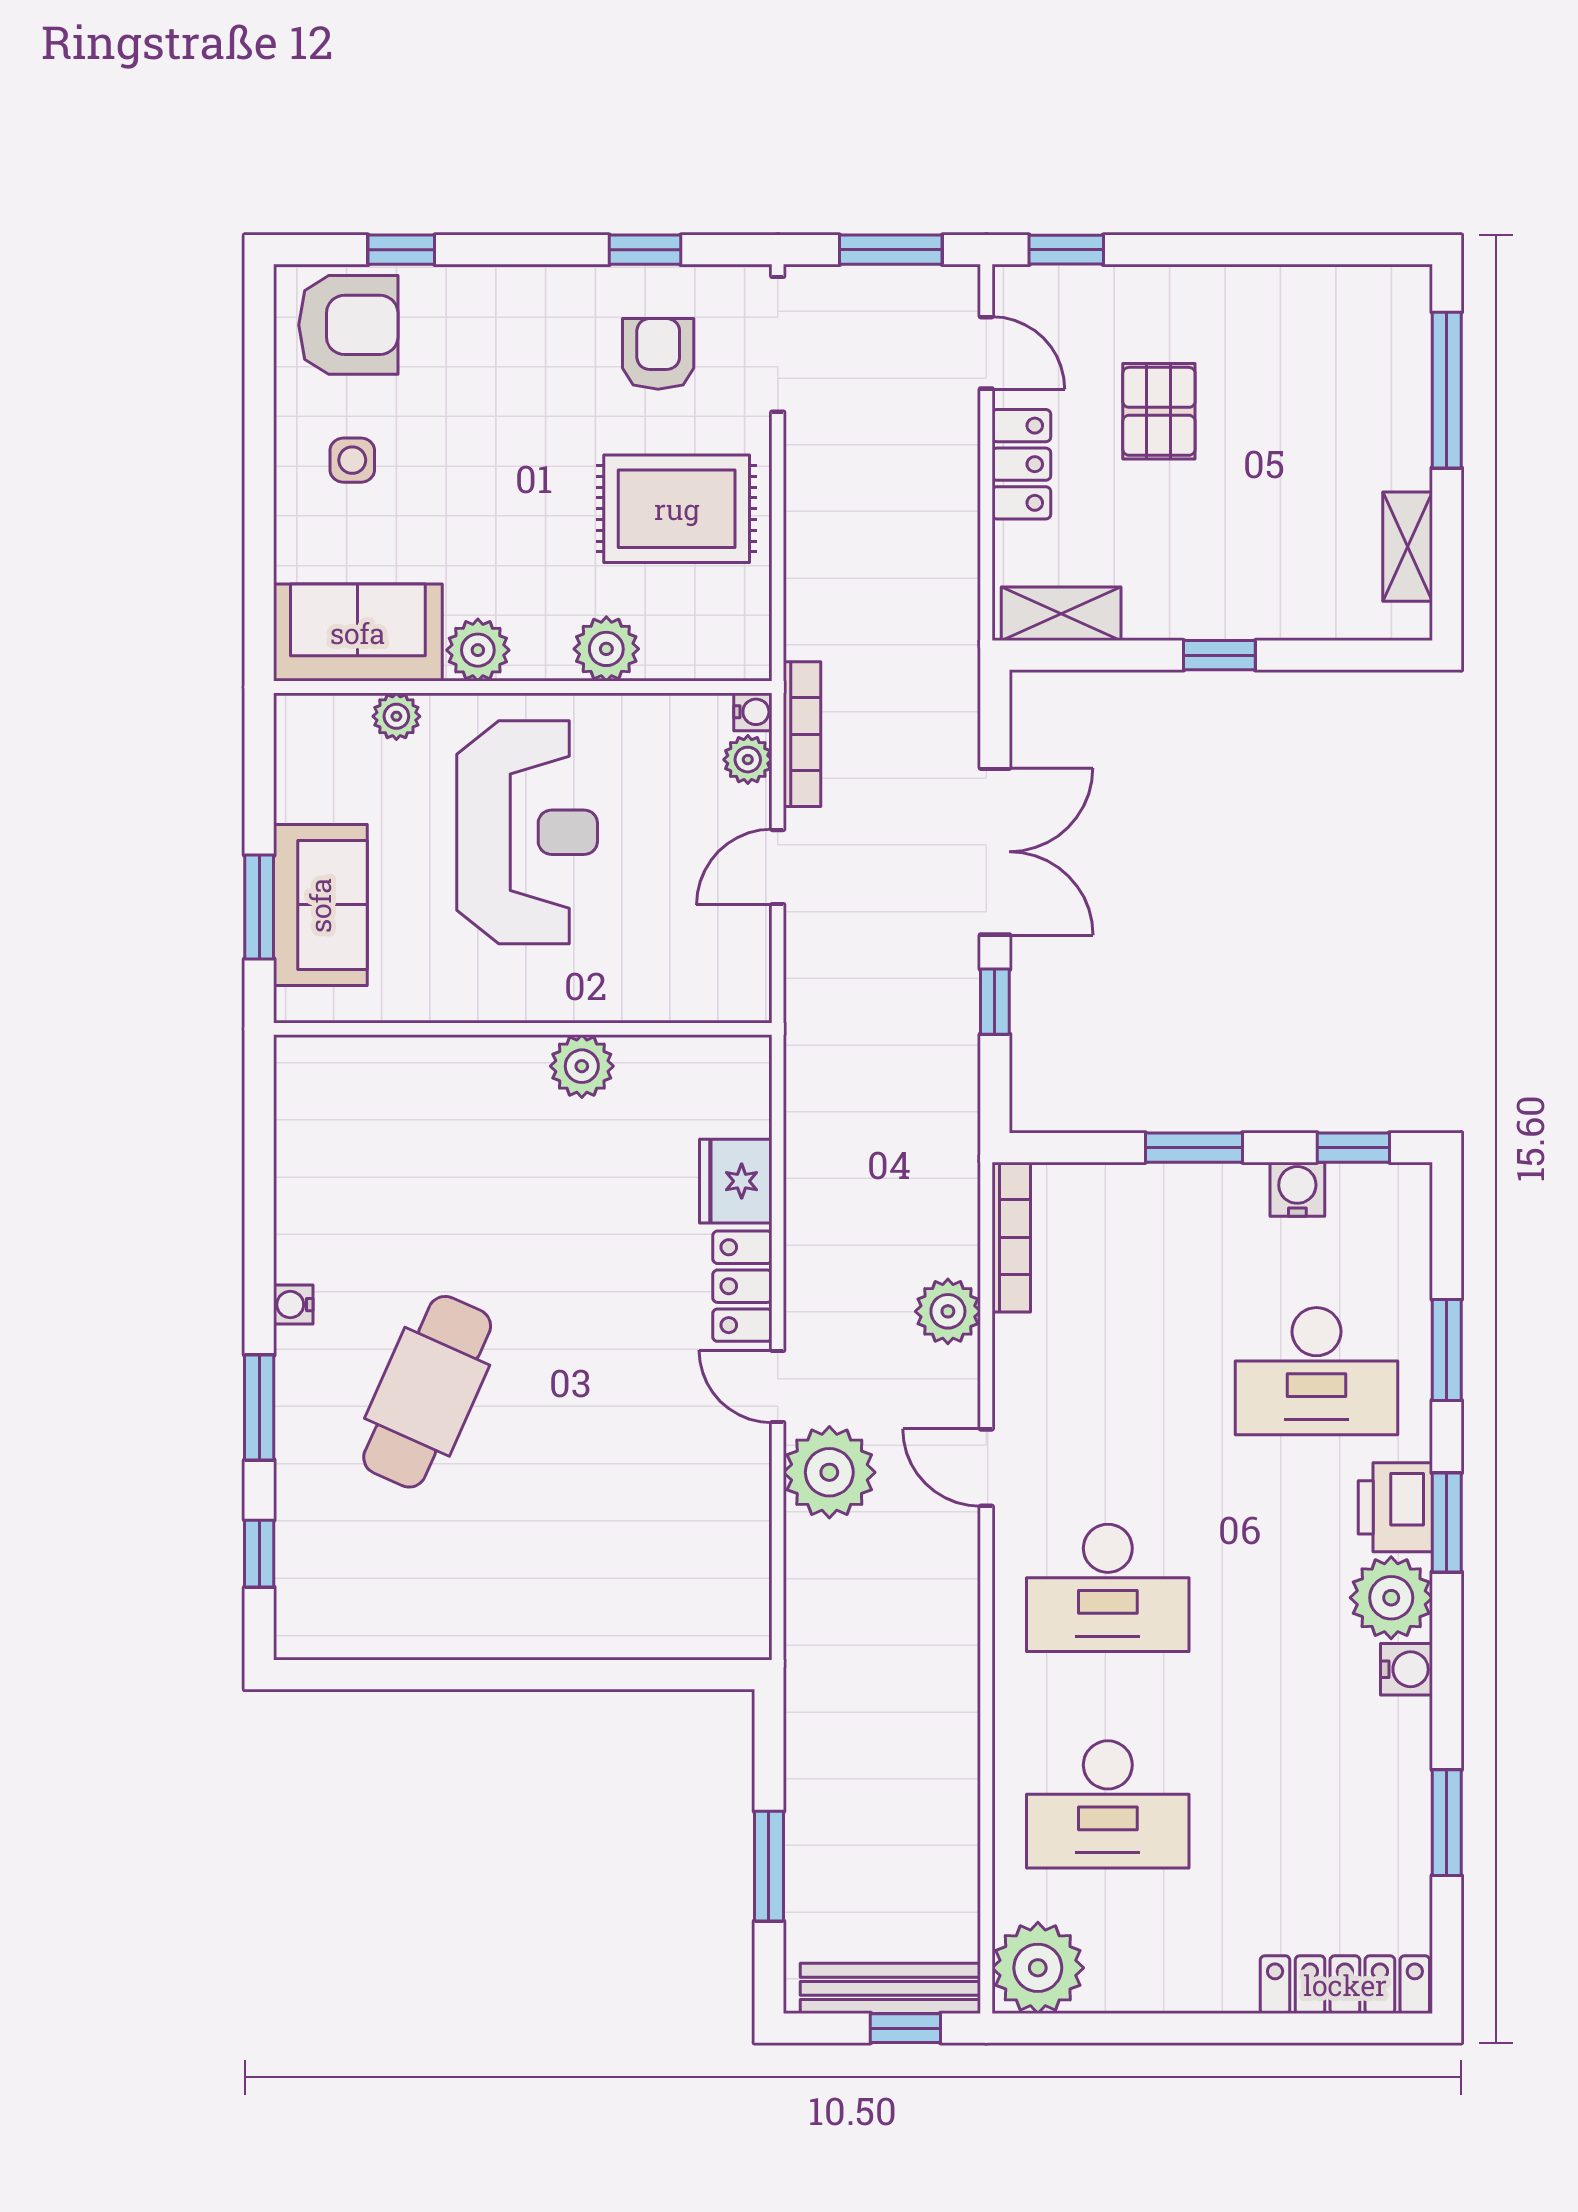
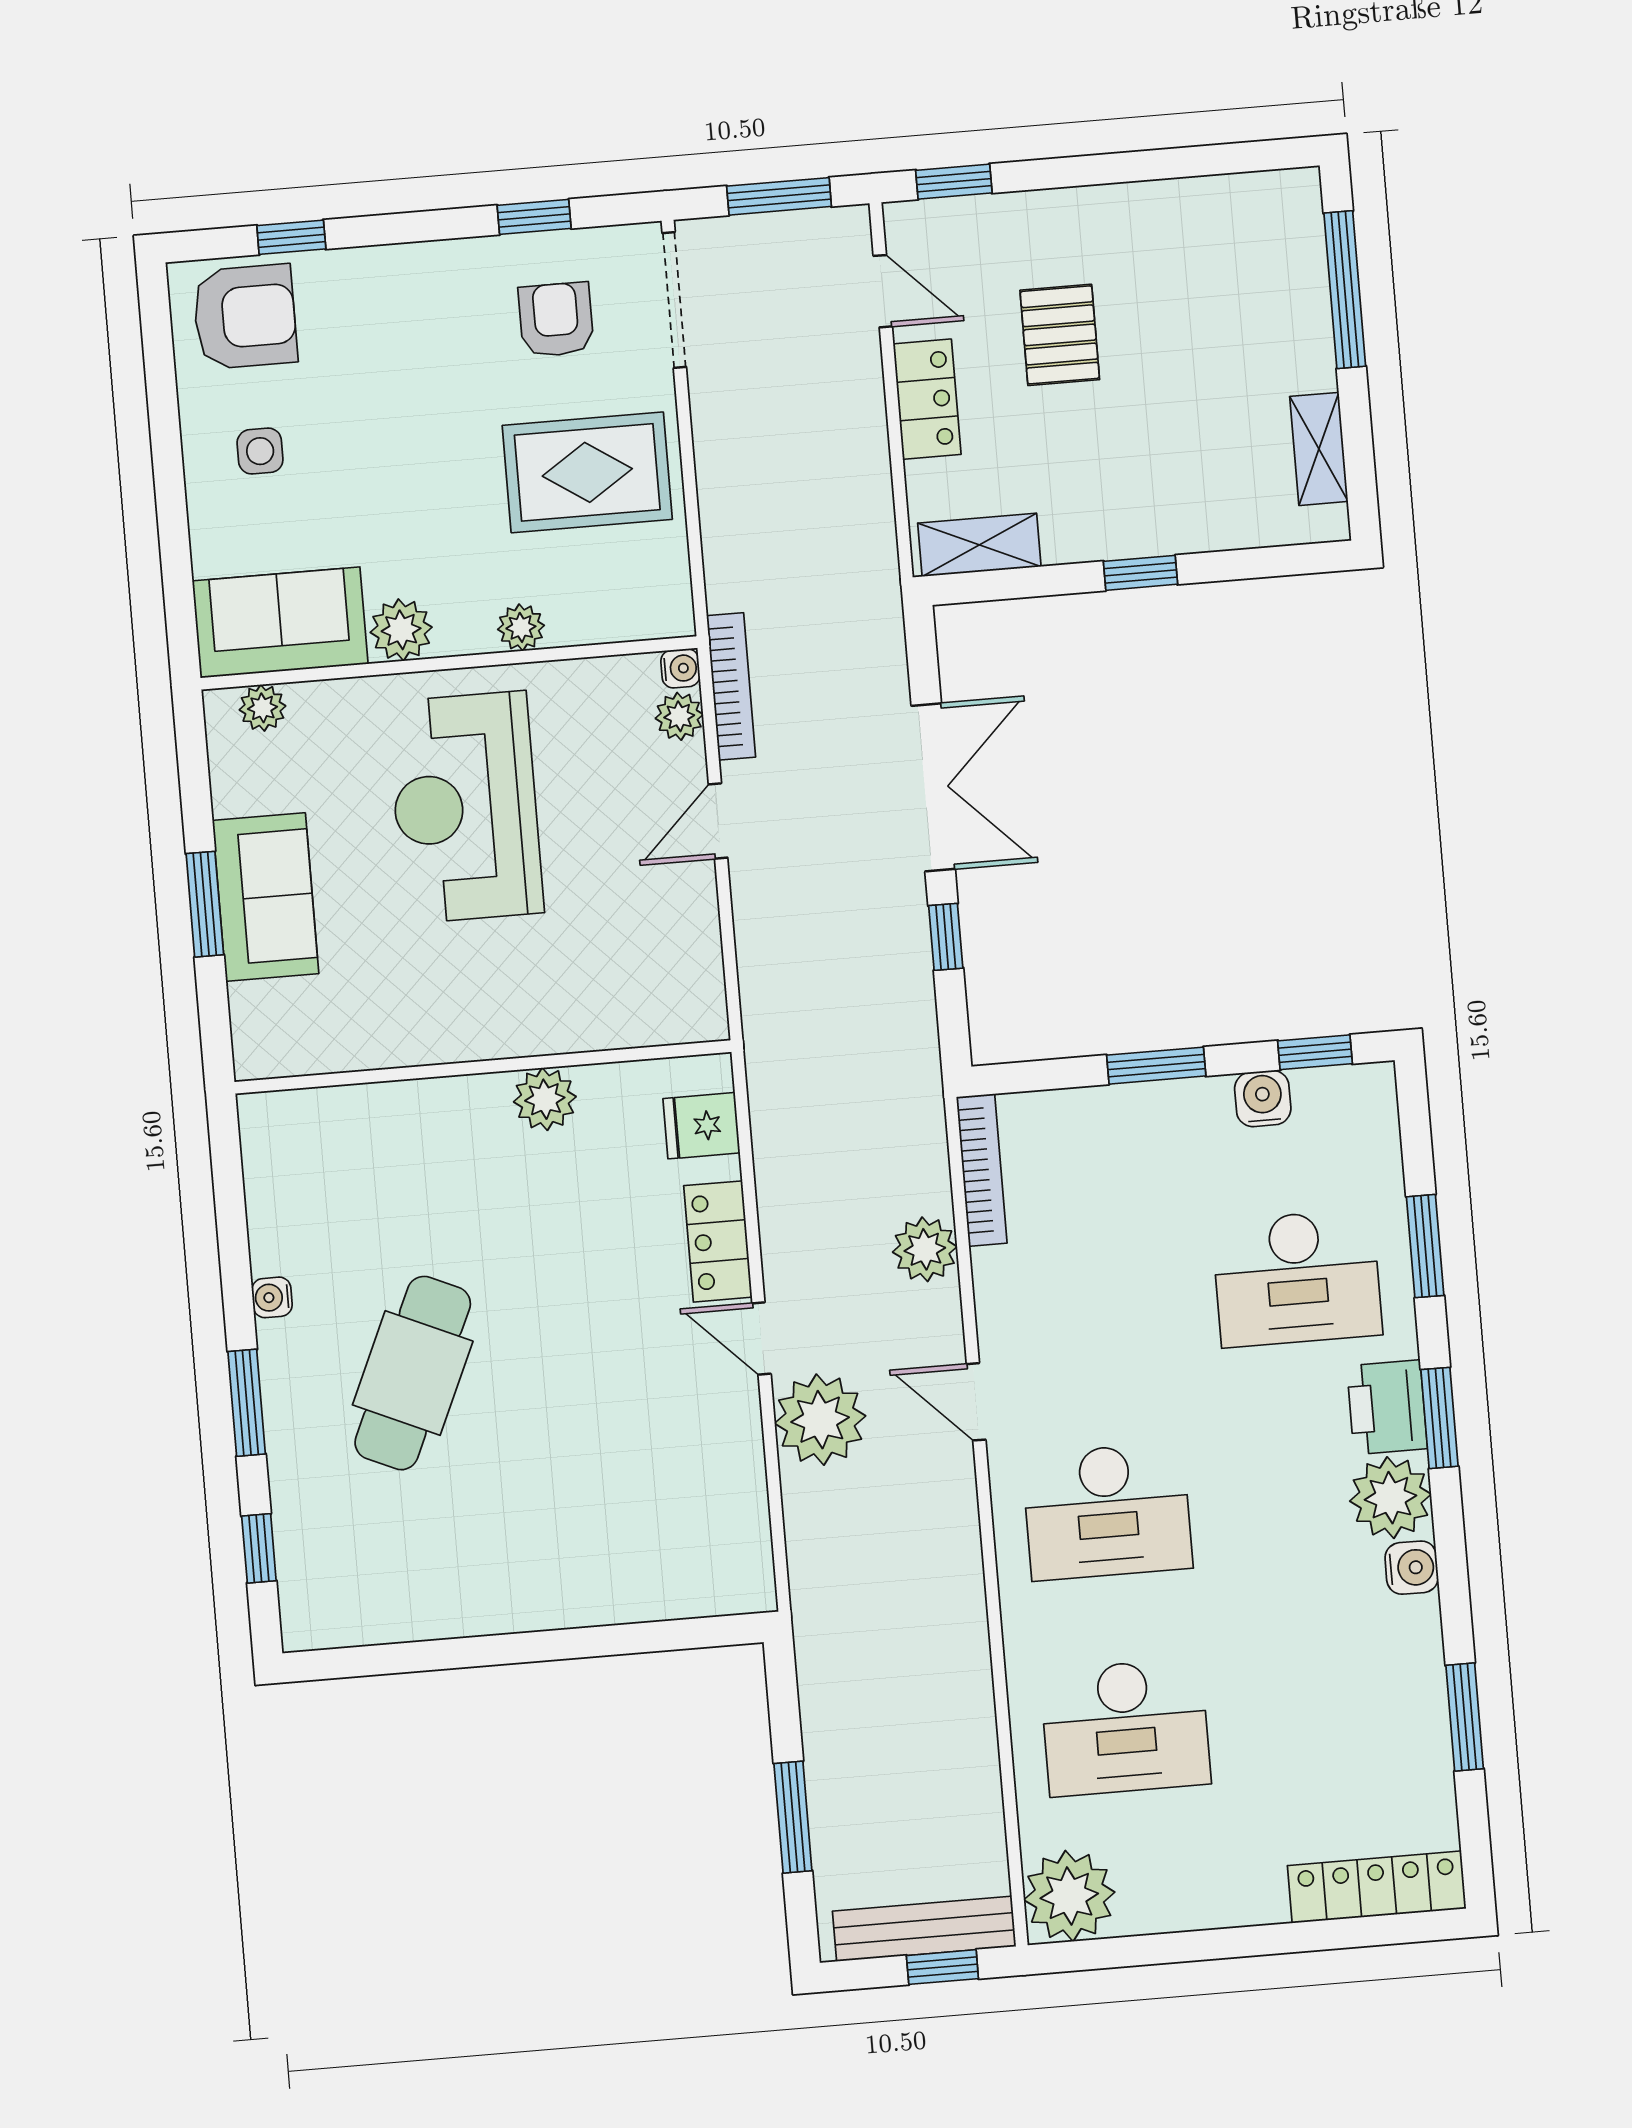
plant: (606, 649) -> (521, 627), width x0.73, depth x0.73
plant: (396, 716) -> (262, 708), moved
reception desk: (527, 832) -> (465, 807), turned 180
wall: (523, 1029) -> (483, 1067), moved
plant: (582, 1066) -> (545, 1099), moved
fridge: (736, 1181) -> (702, 1126), width x0.72

